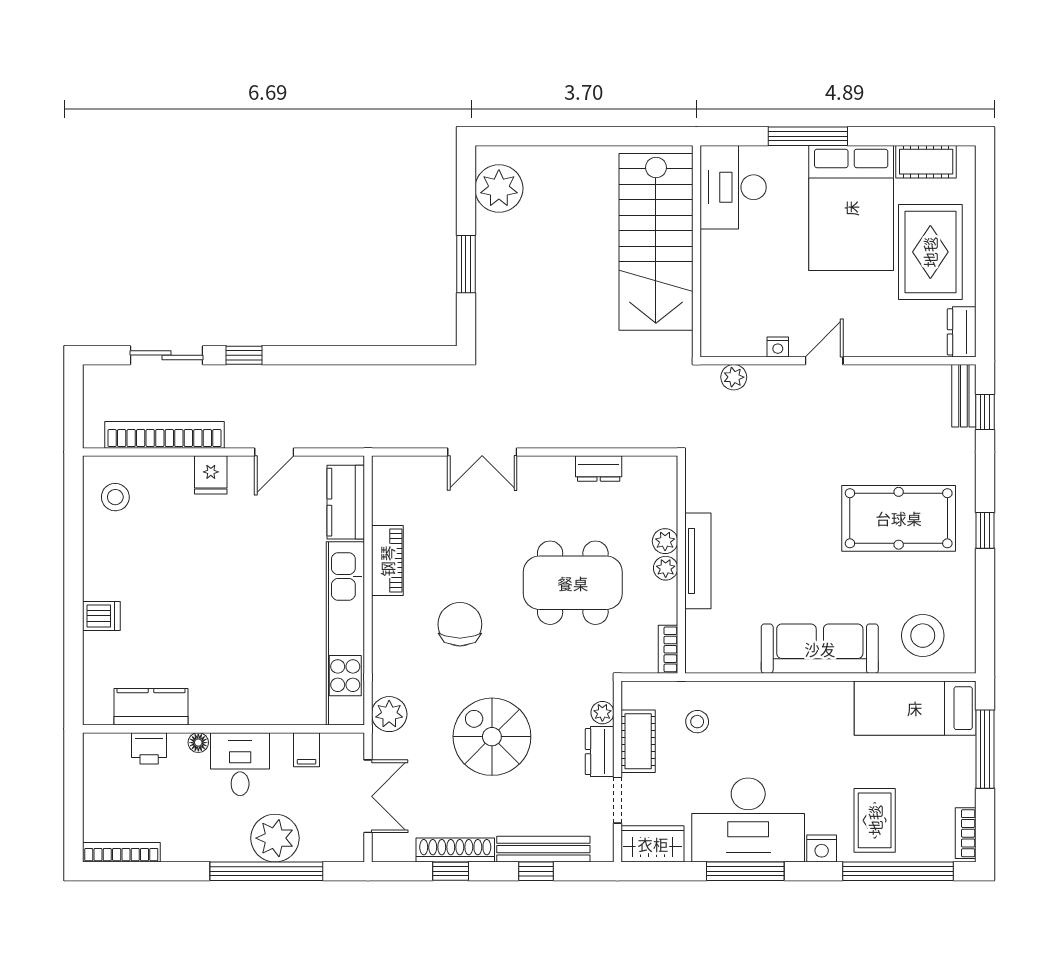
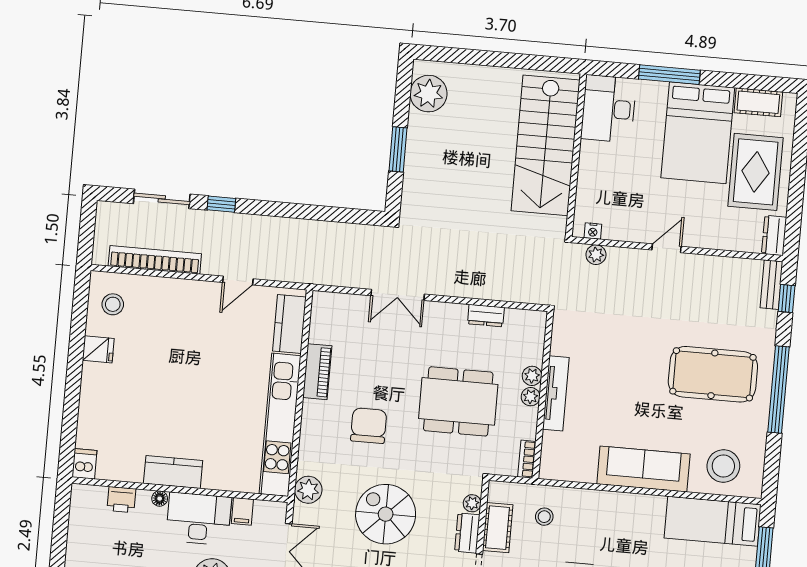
nightstand: (778, 347) -> (593, 231), moved
fridge: (211, 475) -> (98, 349), moved, turned -90
window: (985, 530) -> (778, 389), width x3.17
dishwasher: (101, 616) -> (84, 464), moved, turned -90
kitchen counter: (151, 707) -> (173, 472), moved
desk: (240, 764) -> (199, 519), width x1.37

